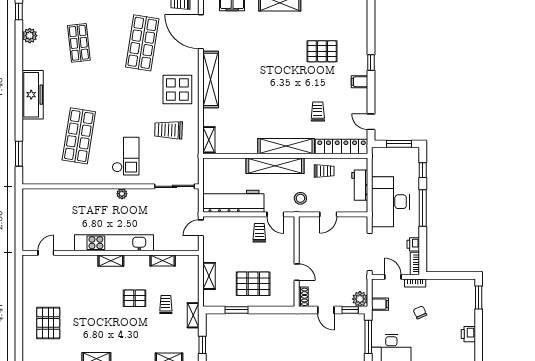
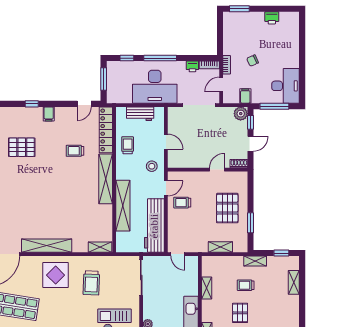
pallet: (322, 51) -> (22, 147), turned 90
shelving: (275, 166) -> (123, 206), moved

